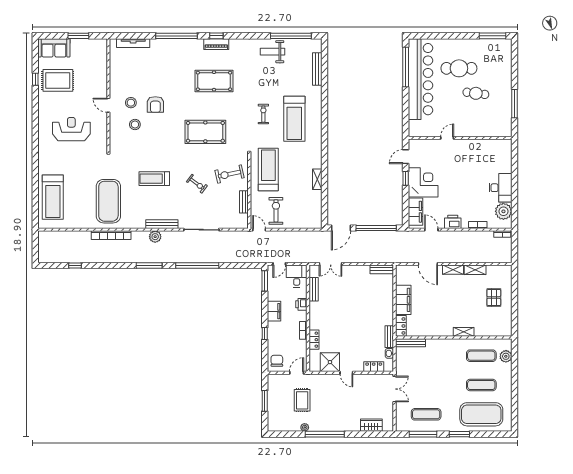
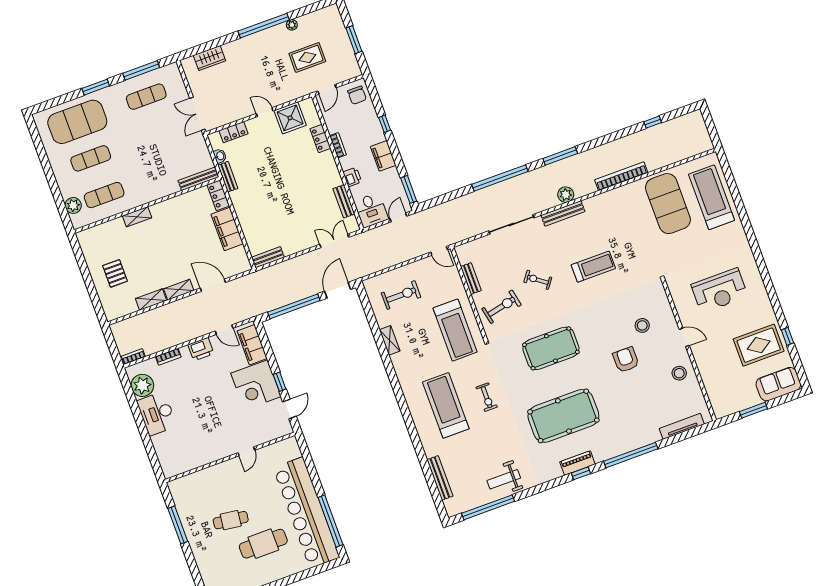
weight bench: (272, 52) -> (504, 479), turned 180
pool table: (214, 81) -> (563, 416), width x1.36, depth x1.32
stool: (131, 103) -> (679, 373), moved
exercise mat: (108, 201) -> (668, 204), moved
exercise bike: (276, 211) -> (401, 295), moved, turned -90
rug: (302, 400) -> (307, 57), turned 90

